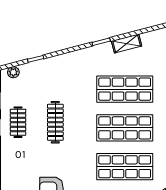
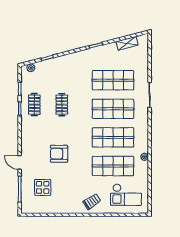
shelving: (127, 44) -> (127, 43), moved
clothes rail: (55, 122) -> (62, 105), width x0.73

